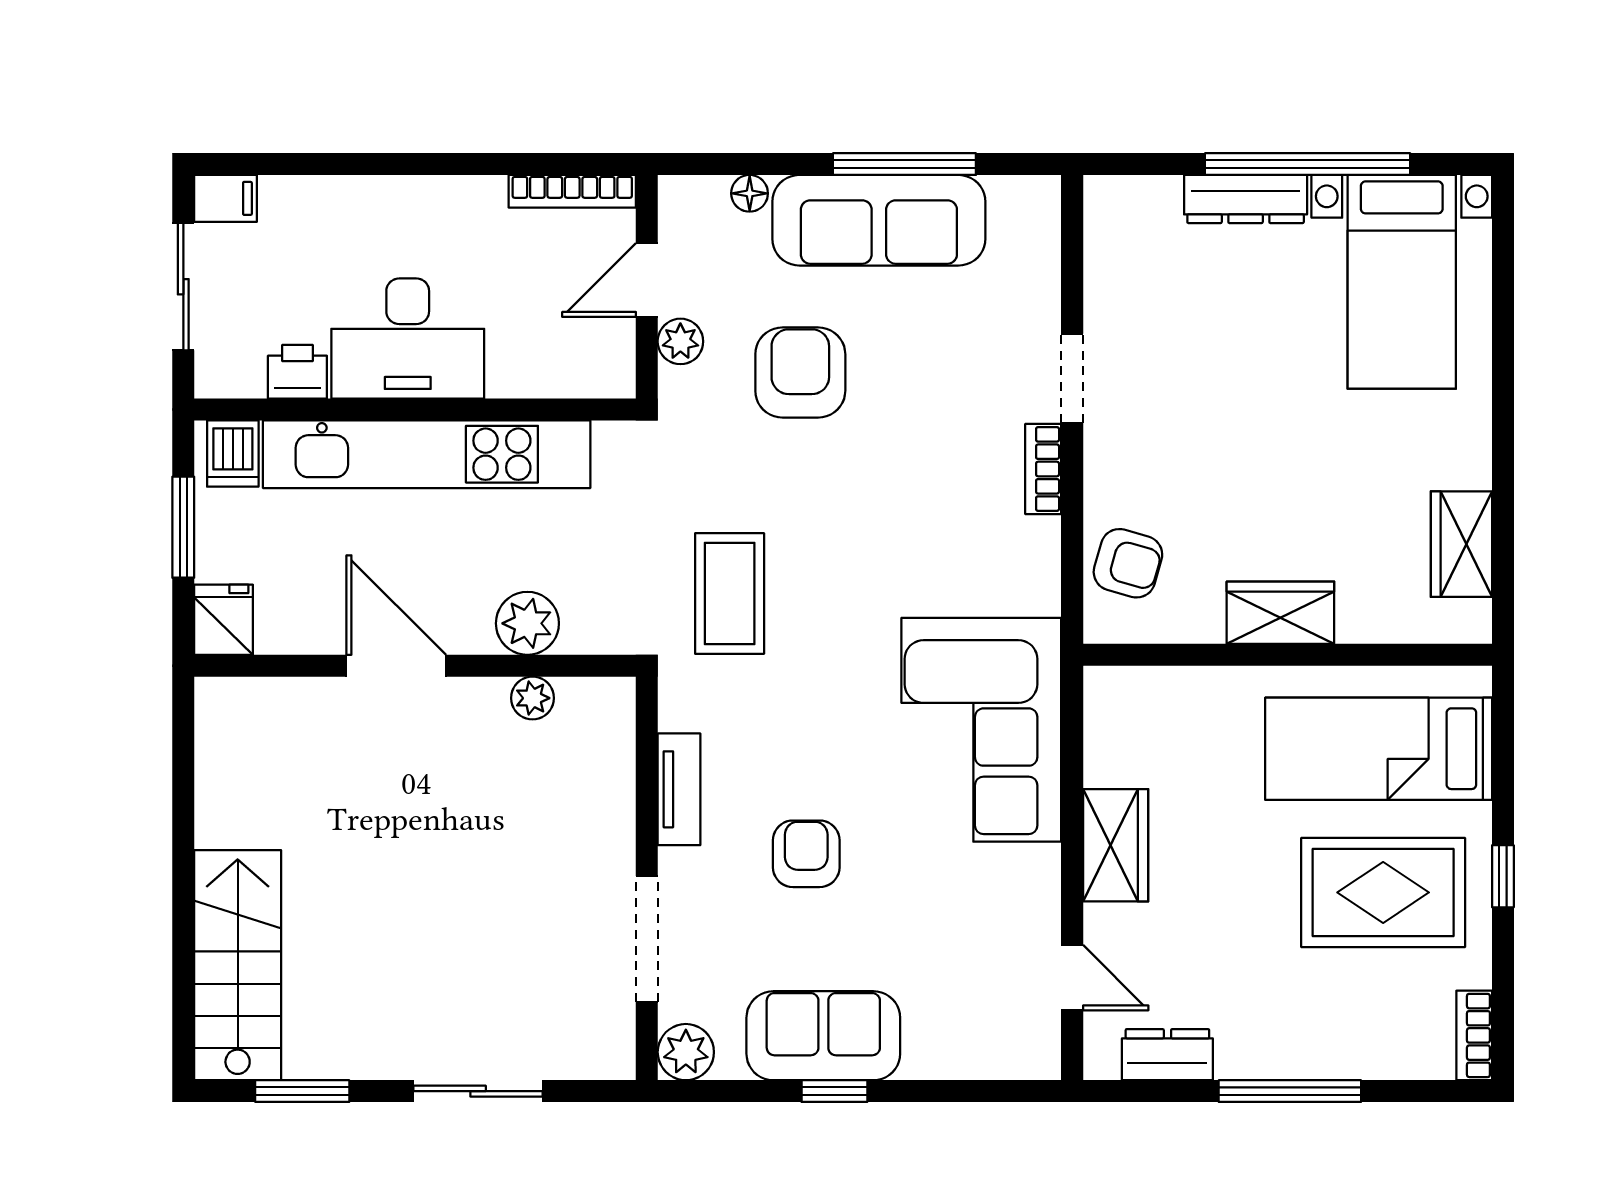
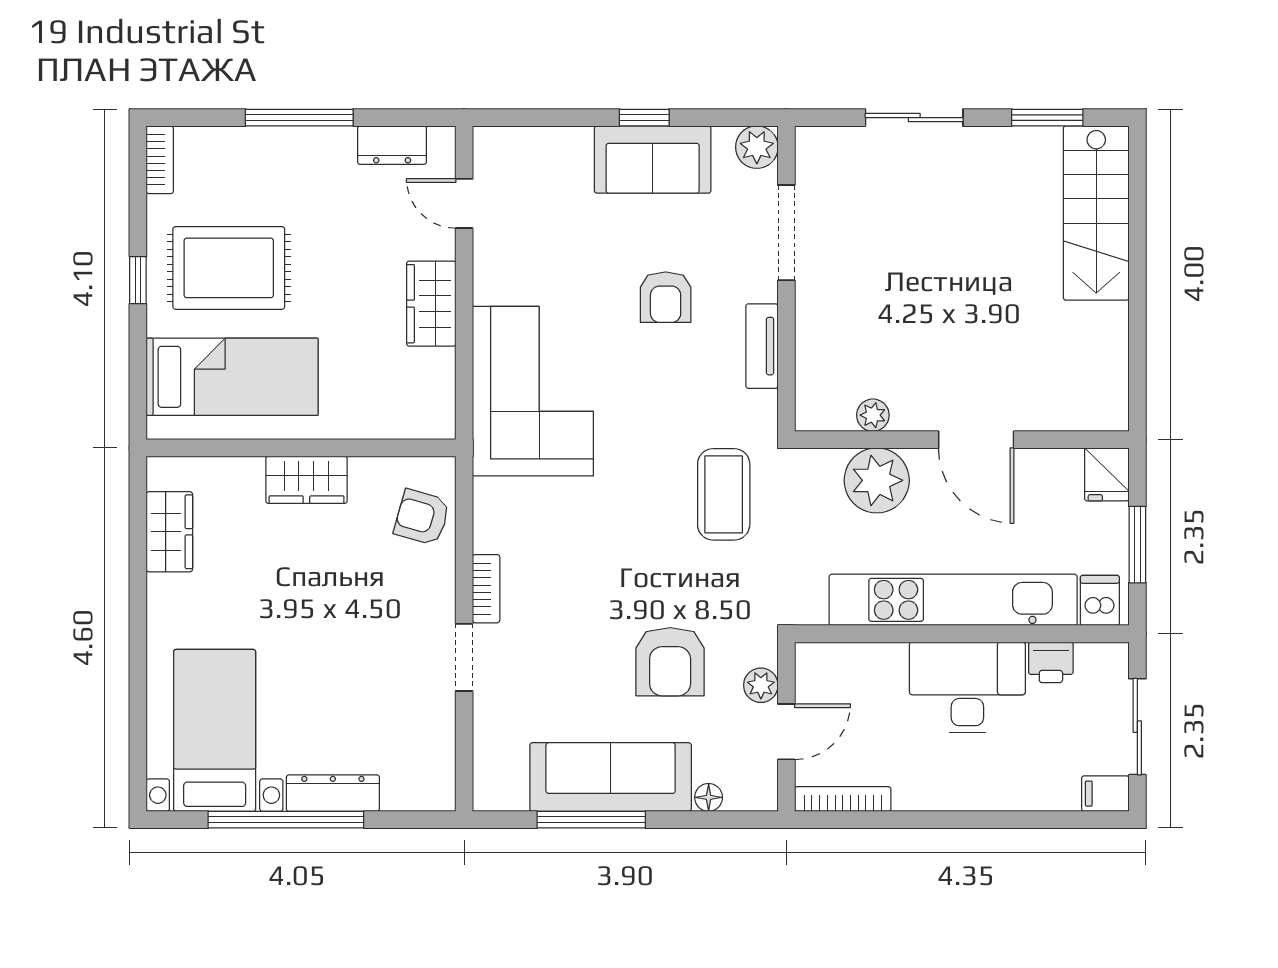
plant: (527, 623) -> (877, 480), width x1.36, depth x1.36

